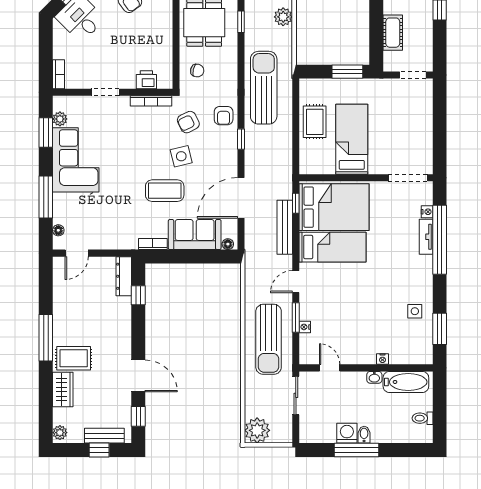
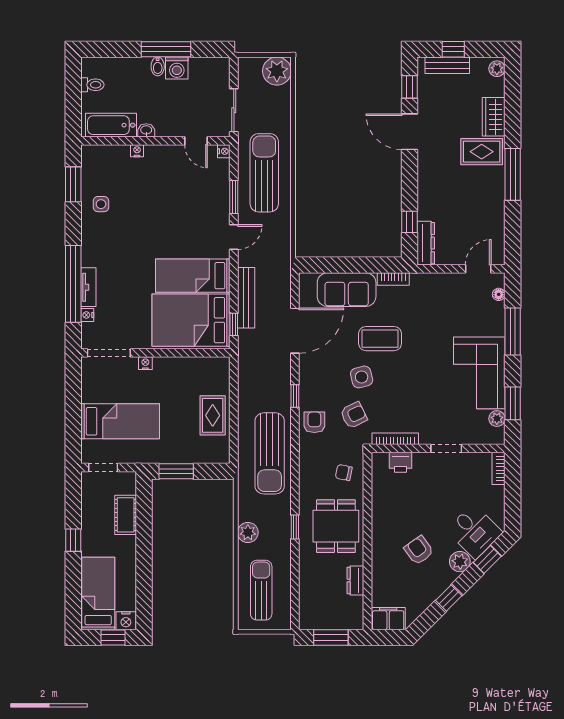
bed: (352, 139) -> (120, 421), moved, turned -90
nightstand: (375, 169) -> (145, 363), added
floor lamp: (228, 244) -> (310, 279), removed
nightstand: (305, 327) -> (224, 151), moved

